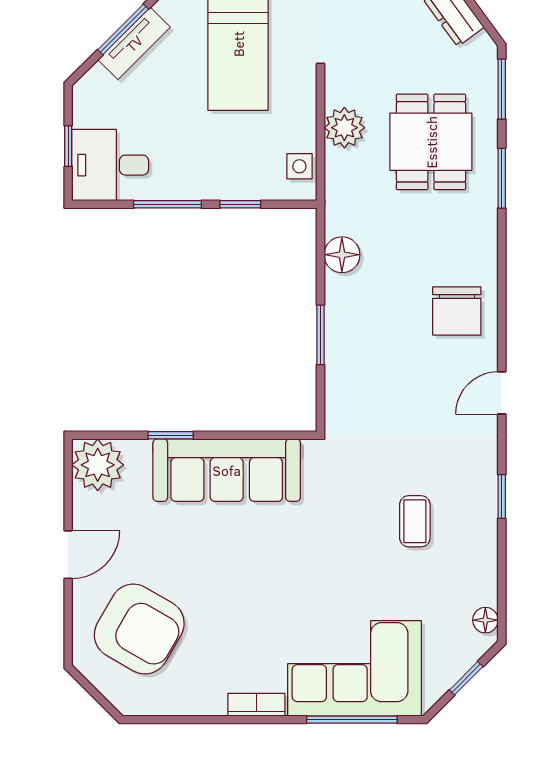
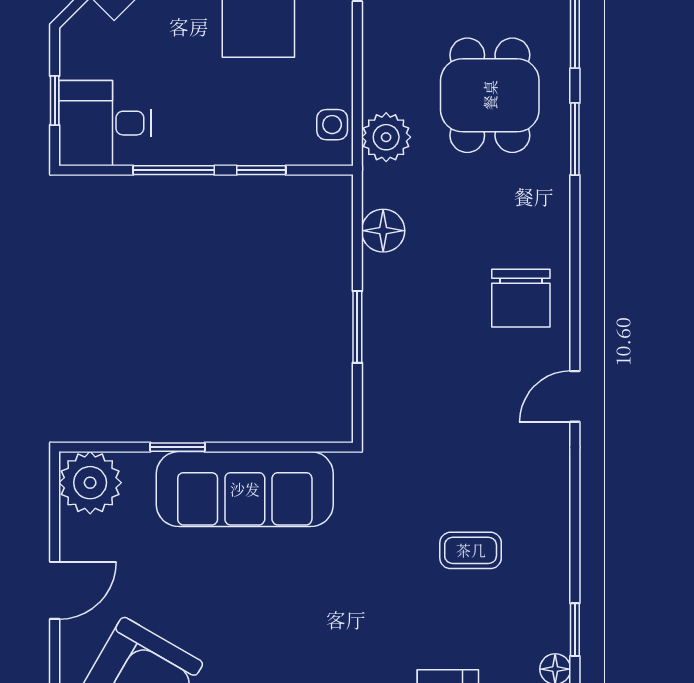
plant: (344, 128) -> (386, 137), moved
window: (502, 496) -> (575, 630), moved
coffee table: (415, 521) -> (471, 550), turned 90

